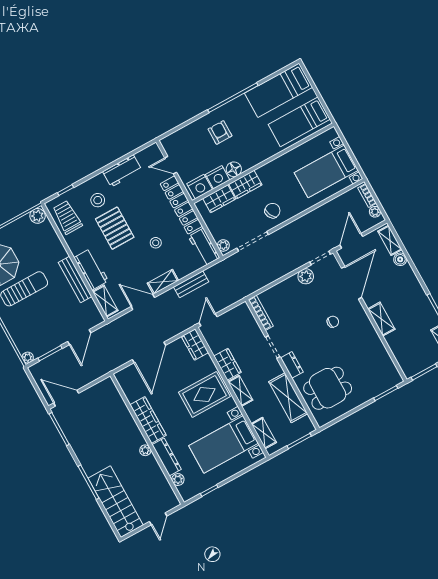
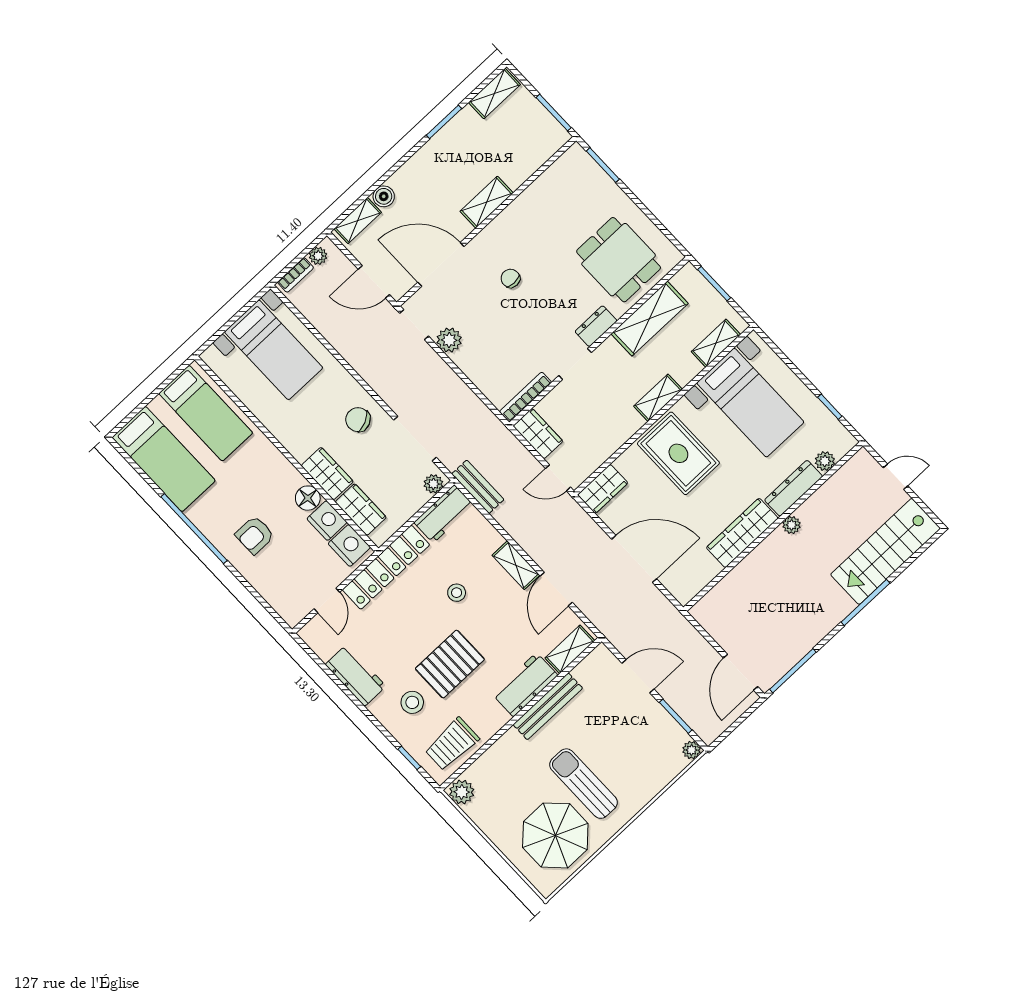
bench: (191, 284) -> (478, 487), moved
wardrobe: (228, 364) -> (538, 434), moved, turned 90

